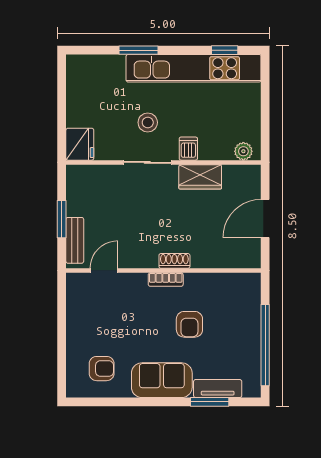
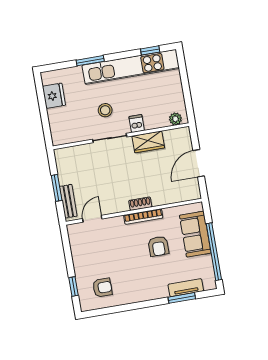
fridge: (80, 144) -> (54, 96), moved
bookcase: (166, 280) -> (143, 217), width x1.56
window: (62, 360) -> (73, 287), added
sofa: (162, 380) -> (195, 234), moved, turned -90

